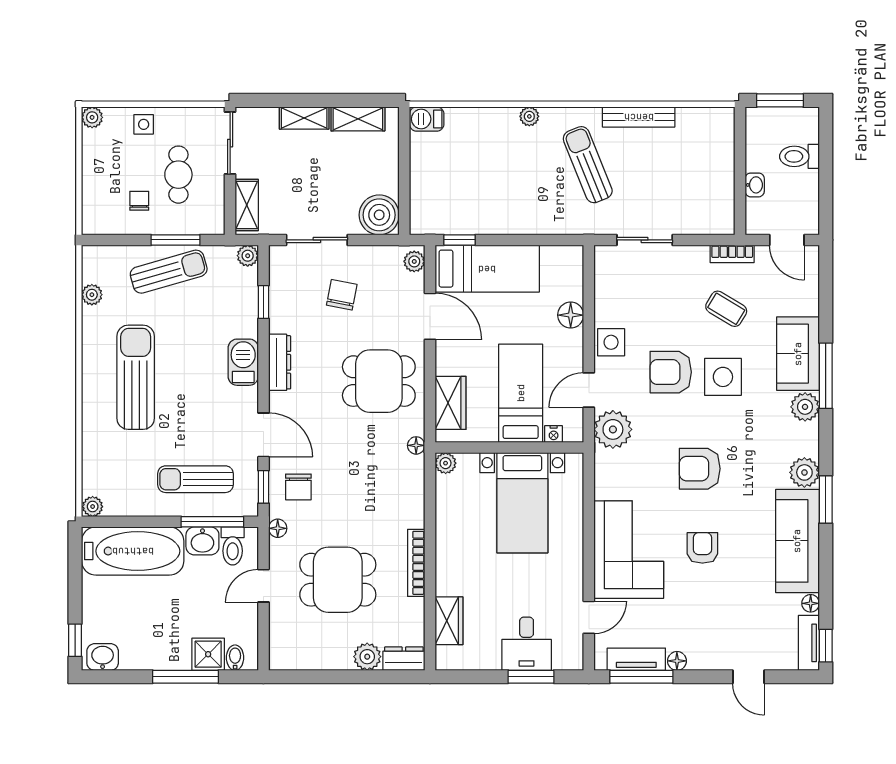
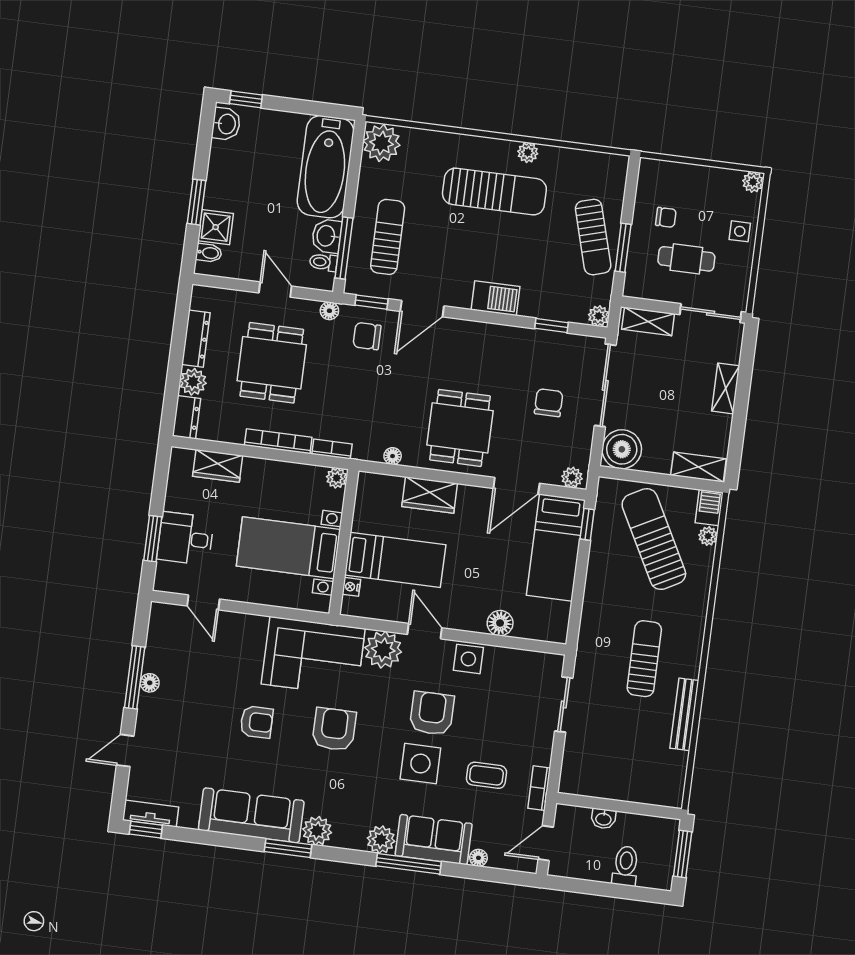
plant: (529, 116) -> (708, 536), moved
shelving: (358, 119) -> (698, 467), moved, turned 90
sun lounger: (588, 165) -> (644, 659), turned -68
sun lounger: (466, 171) -> (654, 539), added
sliding door: (317, 240) -> (605, 385), width x1.37
plant: (92, 295) -> (528, 153), moved
chair: (342, 295) -> (549, 403), turned -101
coffee table: (726, 309) -> (486, 775), turned 59
dresser: (280, 362) -> (196, 339), moved, turned -90
bed: (521, 393) -> (395, 560), moved
nightstand: (554, 434) -> (351, 587), moved
wall: (509, 447) -> (344, 542), moved
plant: (446, 463) -> (337, 478), moved
bed with nightstands: (522, 503) -> (288, 548), moved
plant: (93, 507) -> (382, 143), width x1.88, depth x1.88
bookcase: (417, 508) -> (332, 449), added
toilet: (233, 546) -> (323, 262), width x0.73, depth x0.72
corner sofa: (629, 550) -> (313, 656), moved
floor lamp: (811, 603) -> (478, 858), moved
tv unit: (636, 659) -> (156, 643), removed
window: (185, 677) -> (196, 202), width x0.69
window: (641, 677) -> (135, 677), moved

